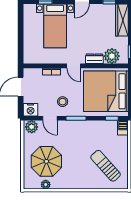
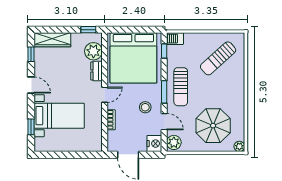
door: (50, 118) -> (164, 122), hinge flipped
sun lounger: (81, 133) -> (181, 87), added
plant: (46, 185) -> (239, 146), moved

